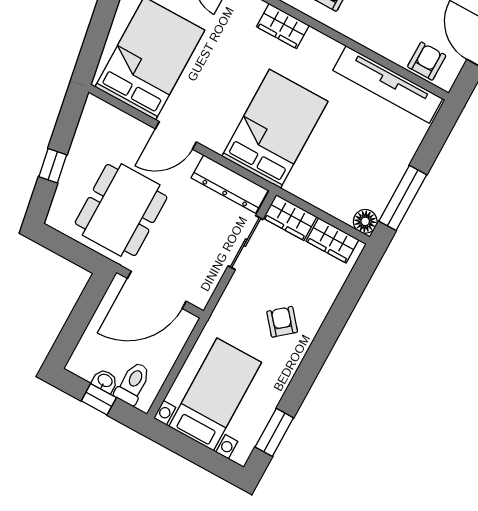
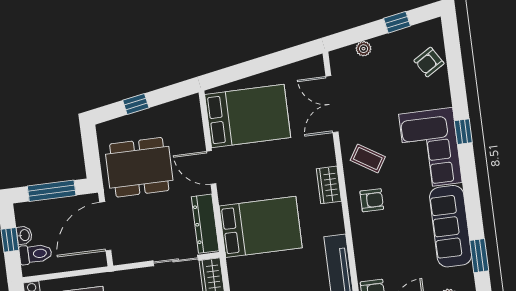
door: (157, 290) -> (105, 226), hinge flipped
window: (79, 319) -> (52, 191), added

